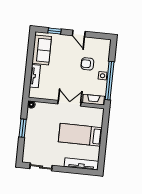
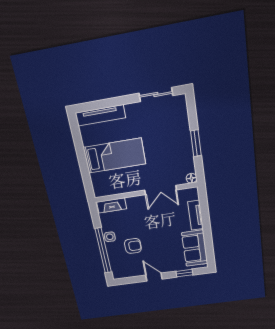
window: (110, 81) -> (103, 251), moved
double door: (69, 103) -> (161, 190), moved

